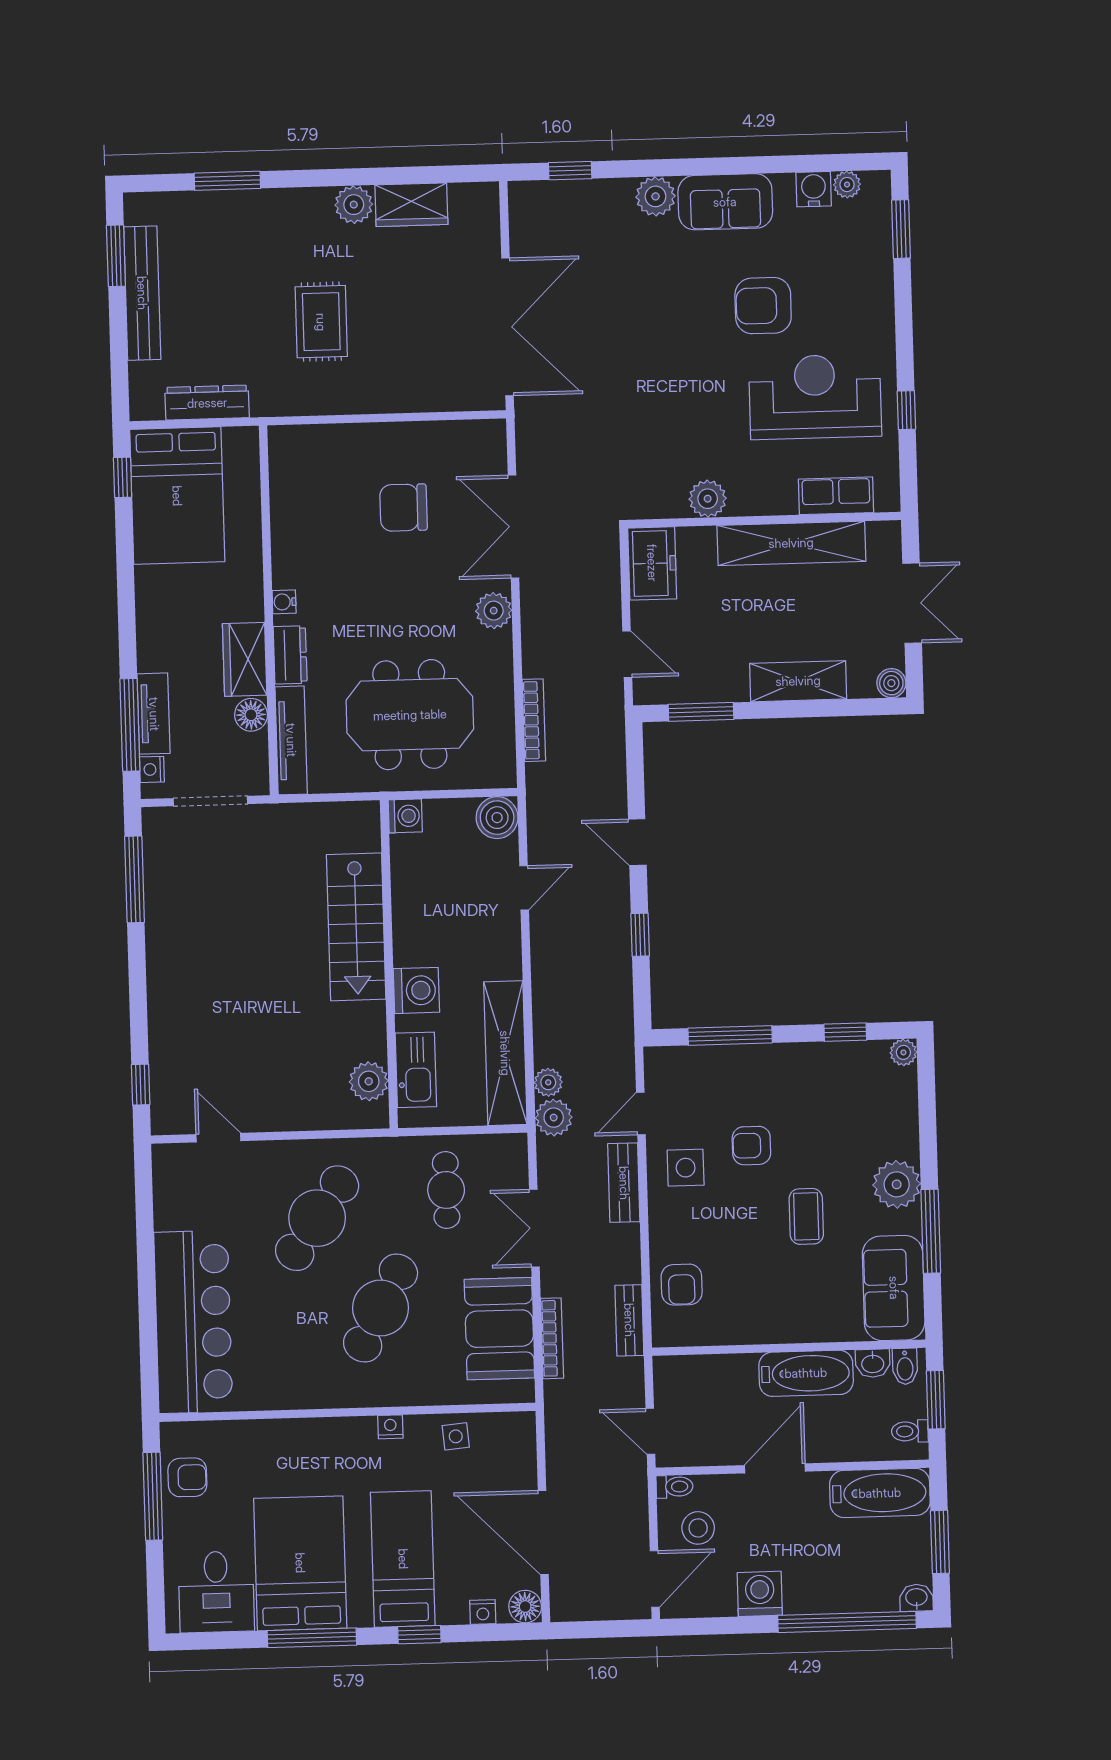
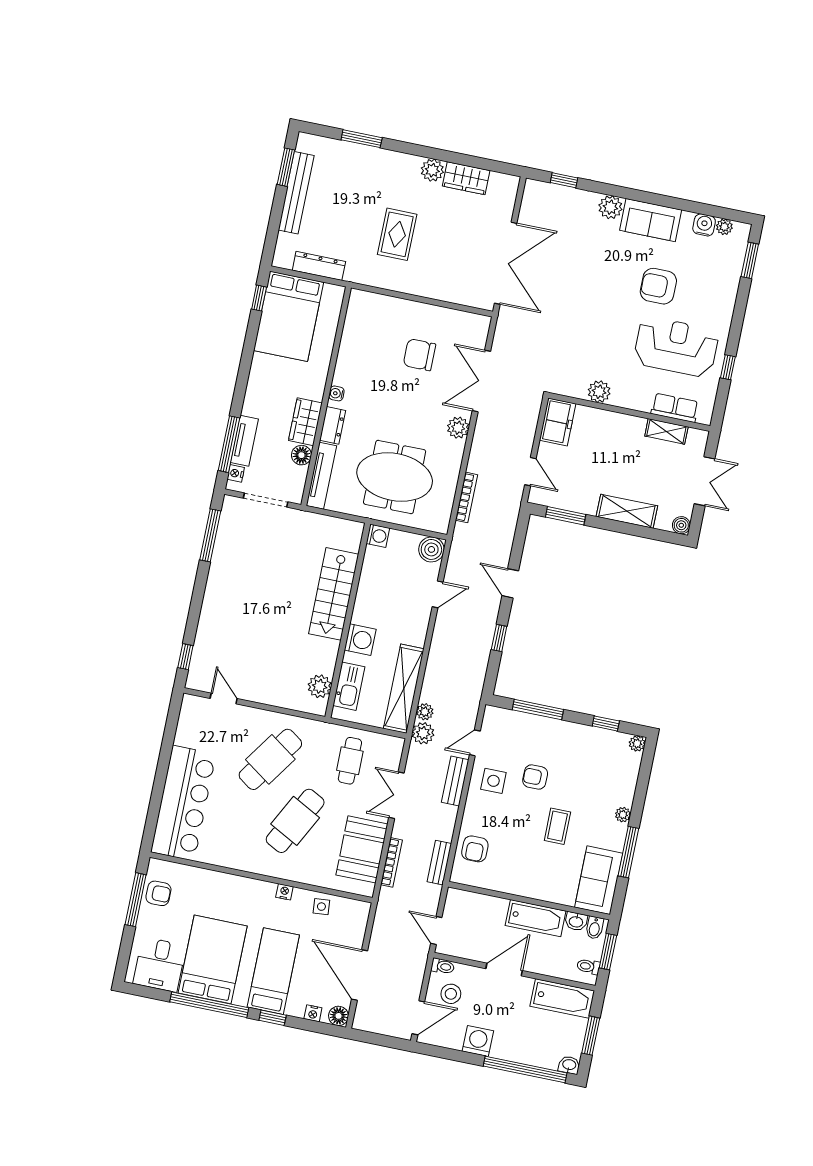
shelving: (791, 543) -> (666, 431), width x0.45, depth x0.75
plant: (897, 1184) -> (623, 815), width x0.53, depth x0.53
window: (312, 1638) -> (209, 1005), width x1.46

